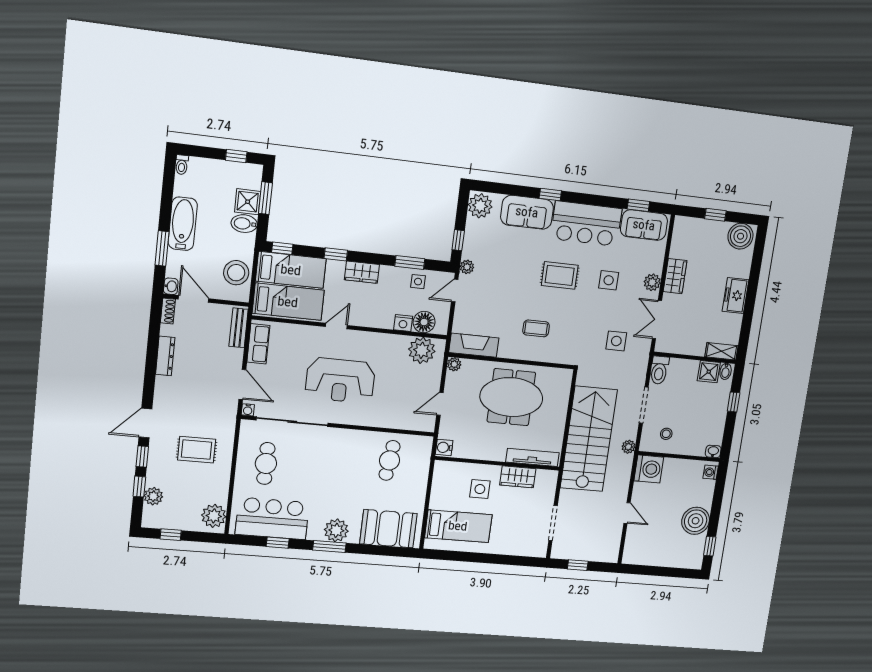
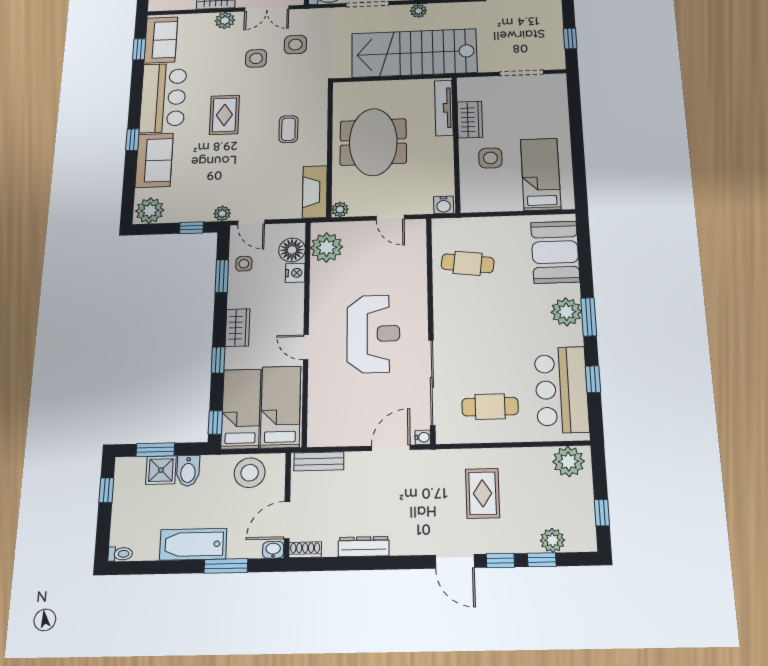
side table: (609, 280) -> (256, 58), moved
row of seats: (258, 344) -> (337, 435), removed

